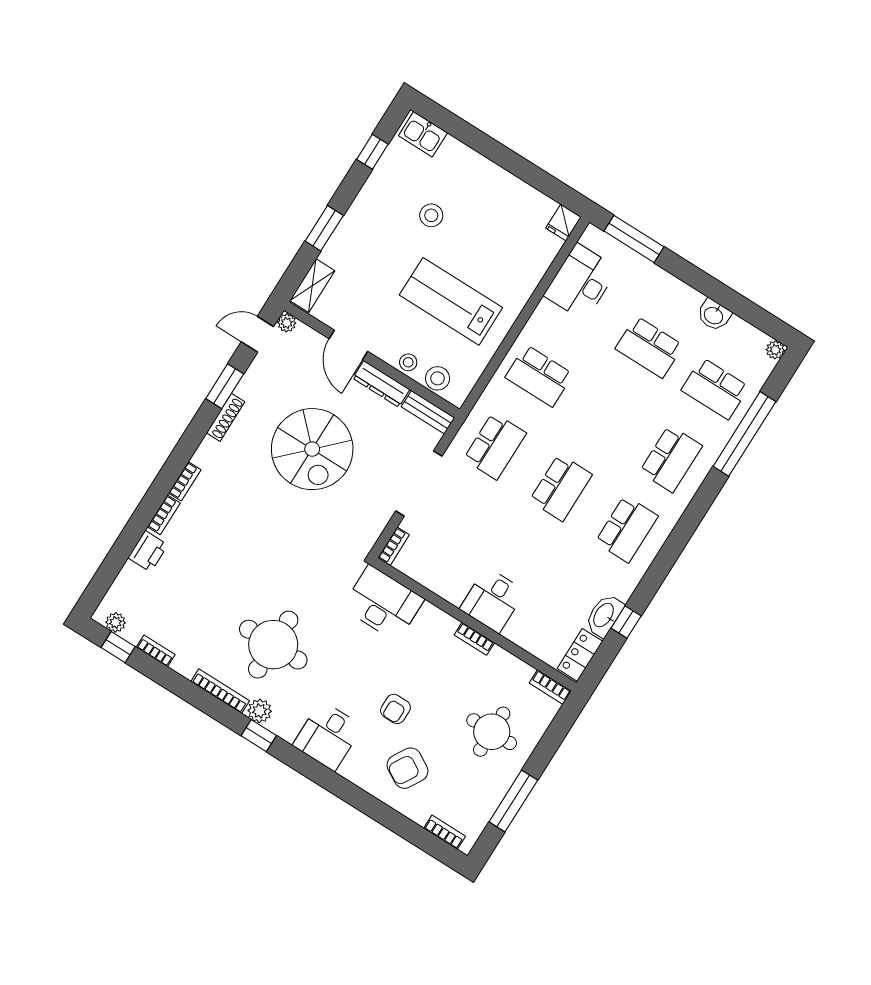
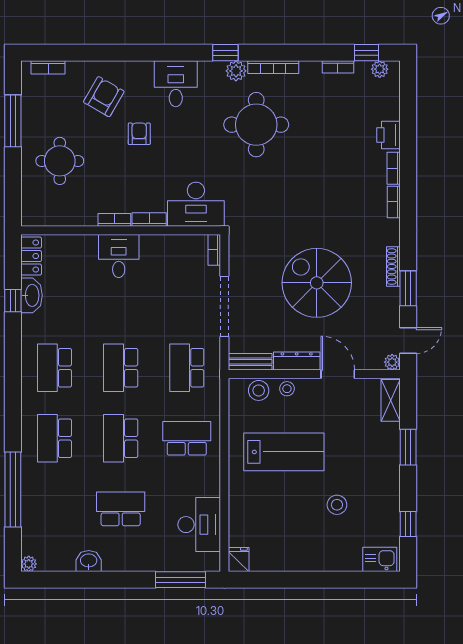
school desk: (715, 389) -> (121, 438), moved, turned -90
bookcase: (550, 687) -> (149, 220), moved

